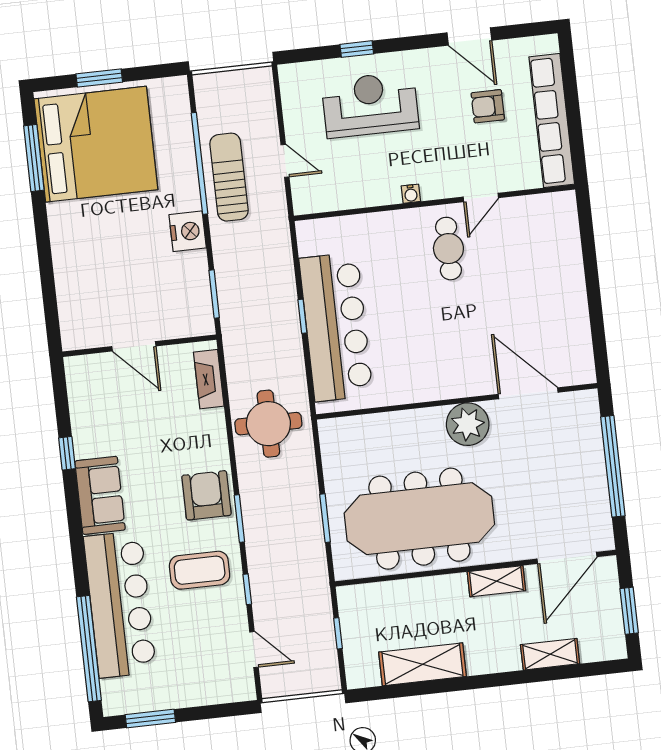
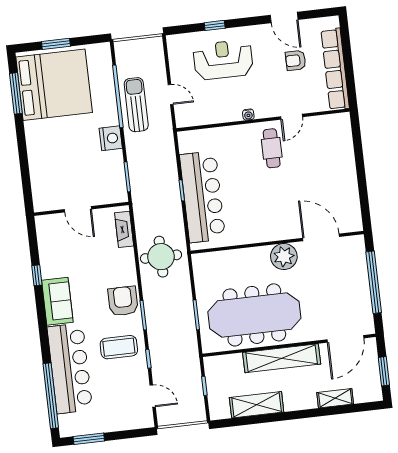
shelving: (496, 581) -> (282, 358), width x2.20, depth x1.33

